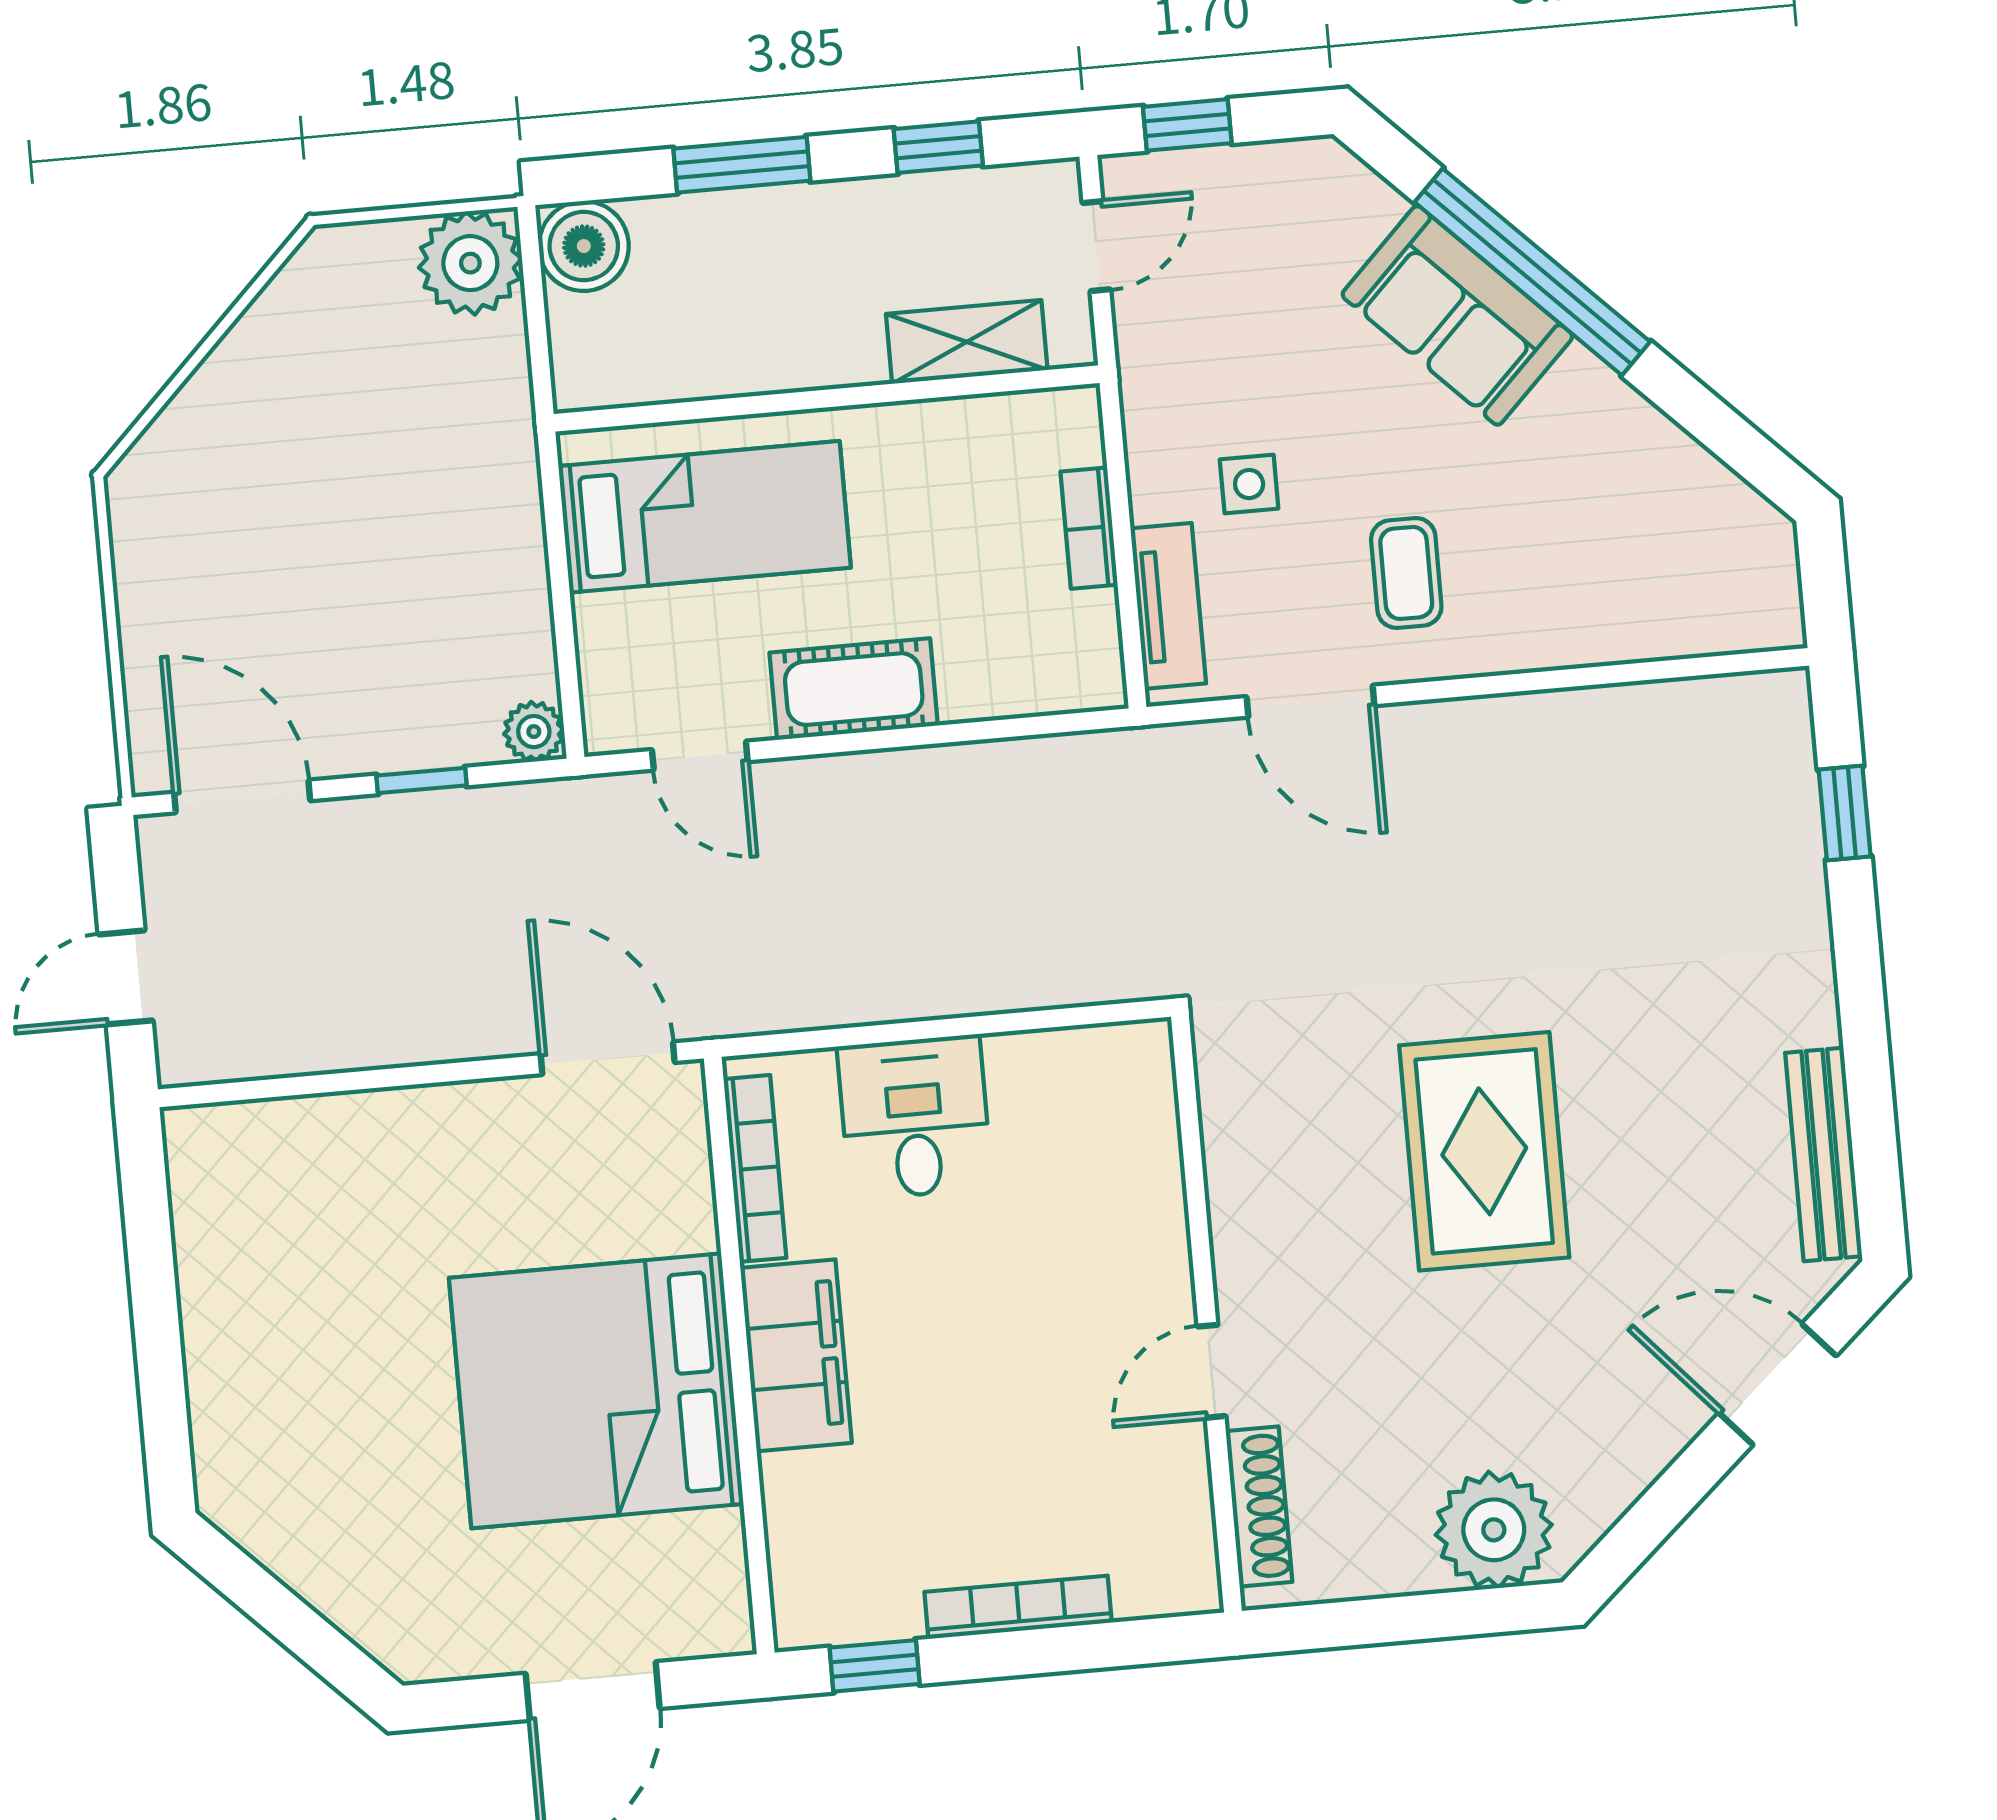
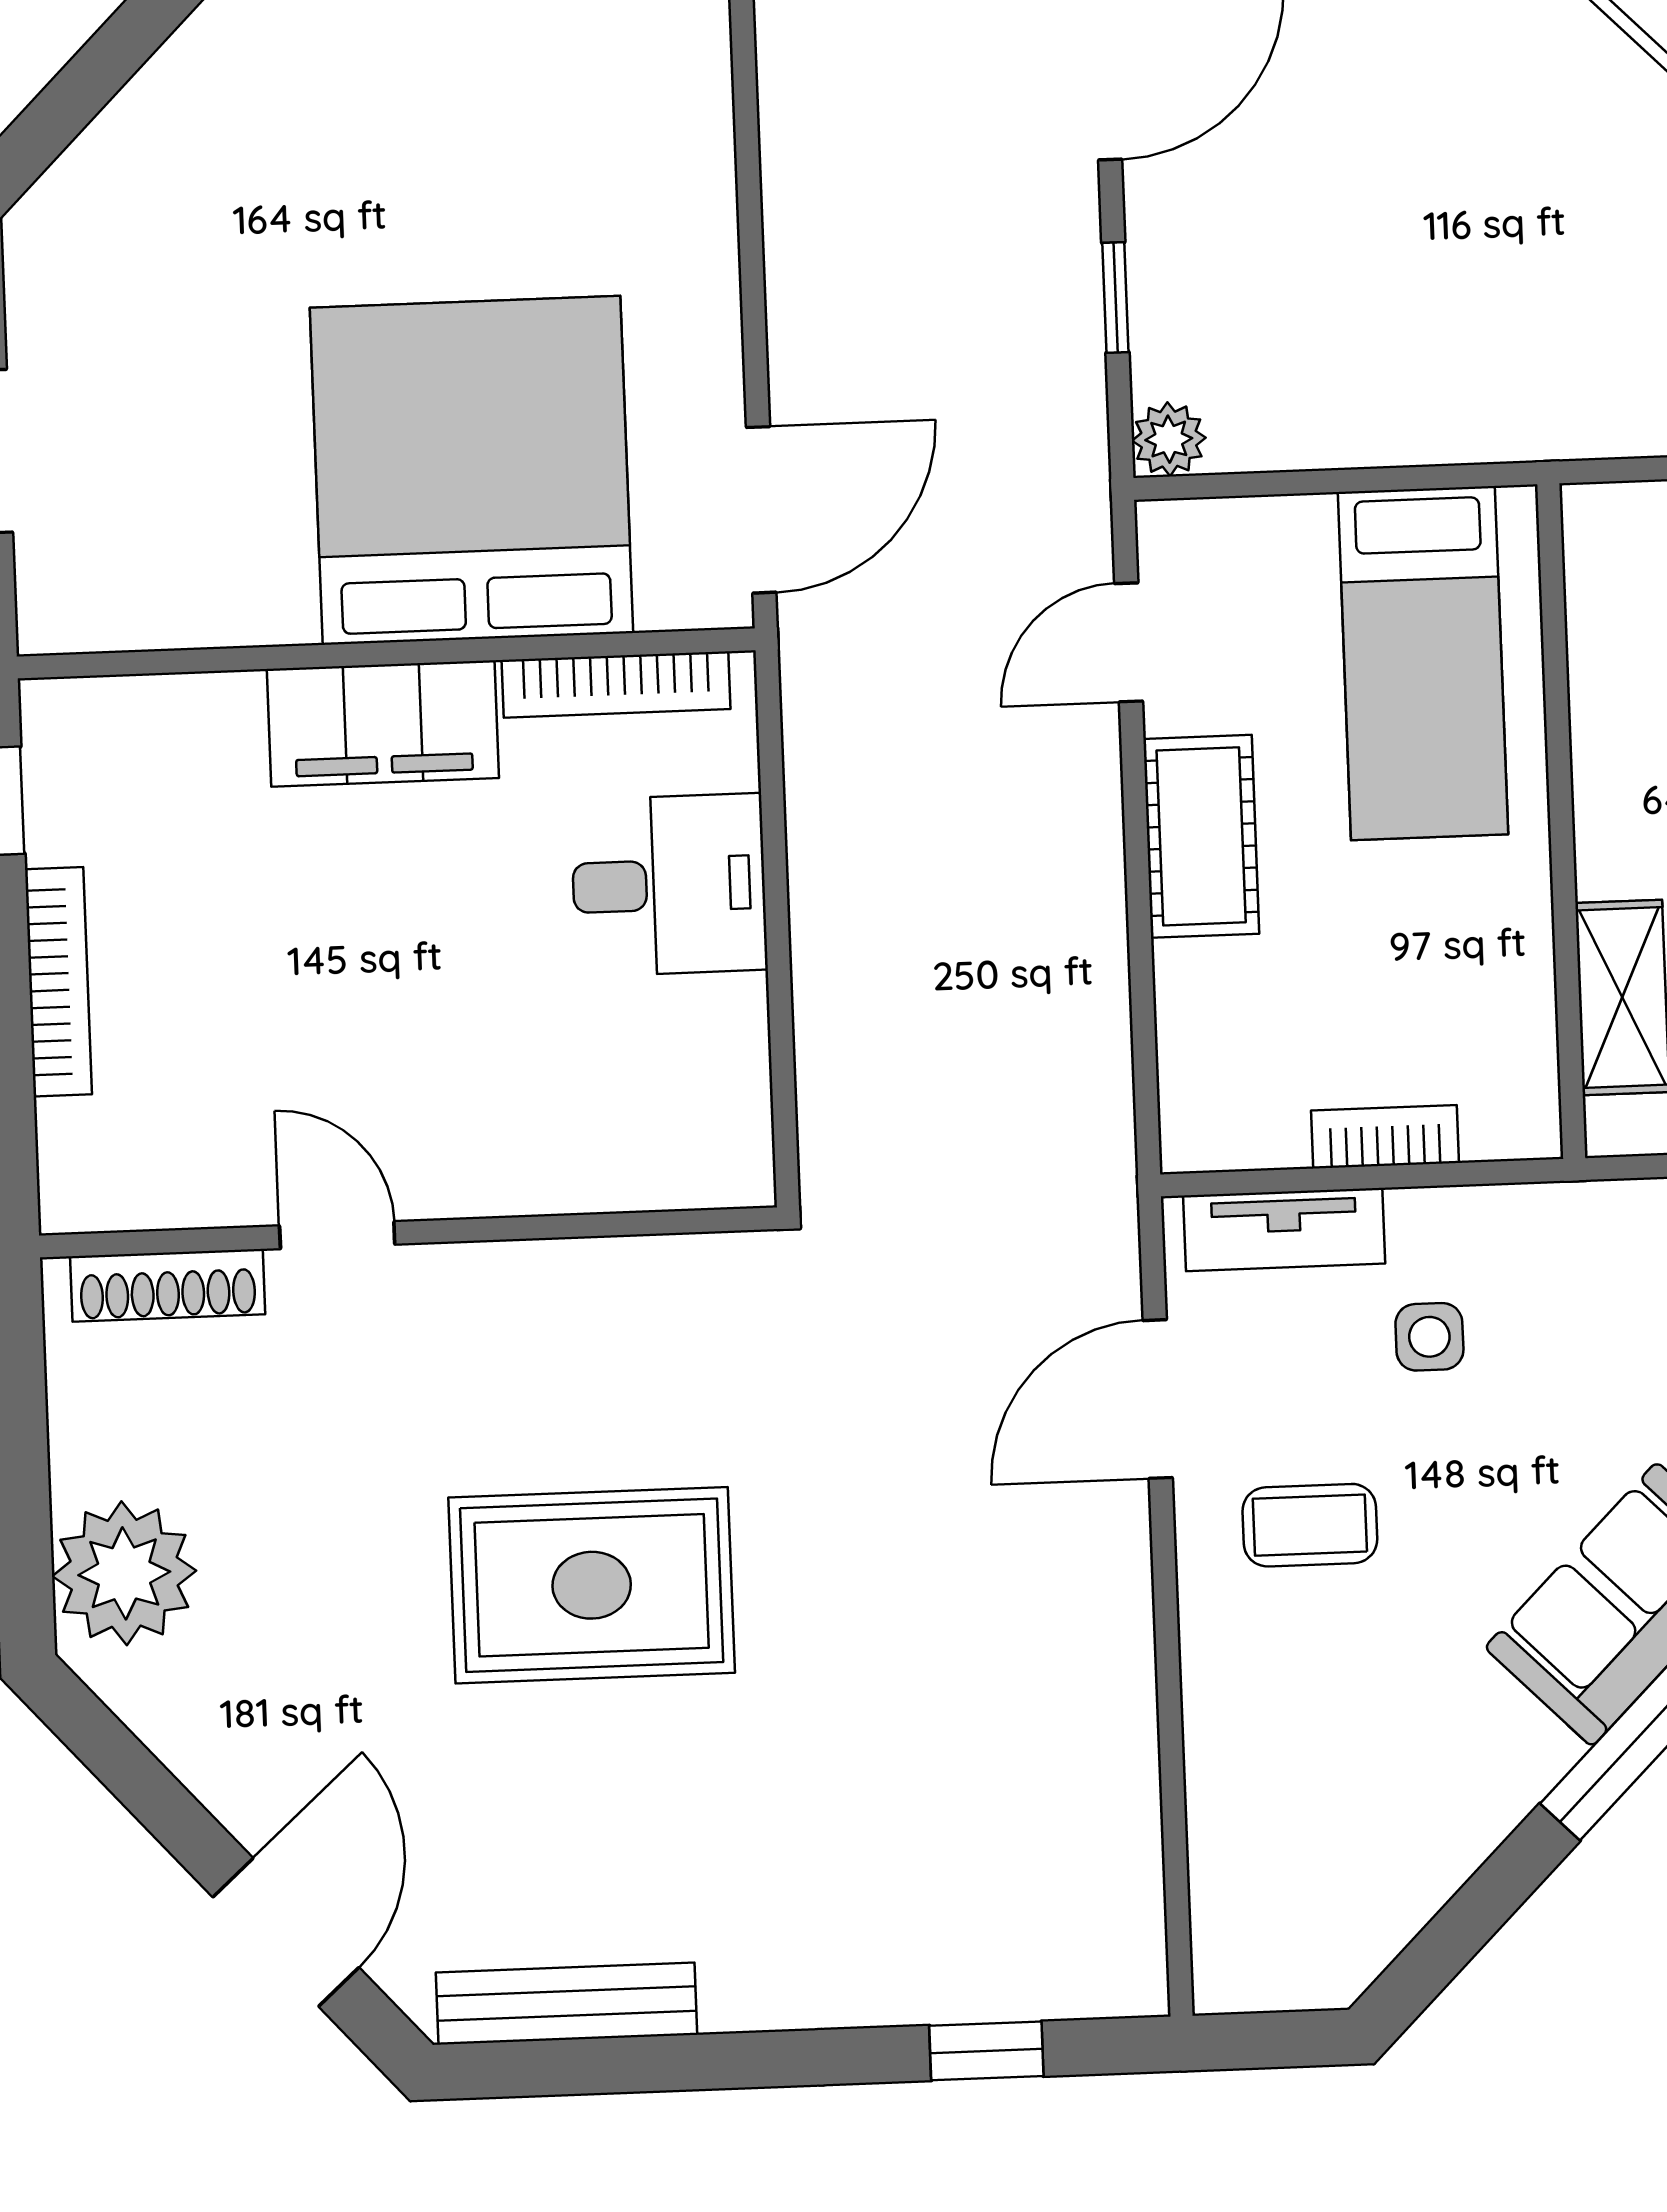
bed: (596, 1391) -> (472, 470), moved

